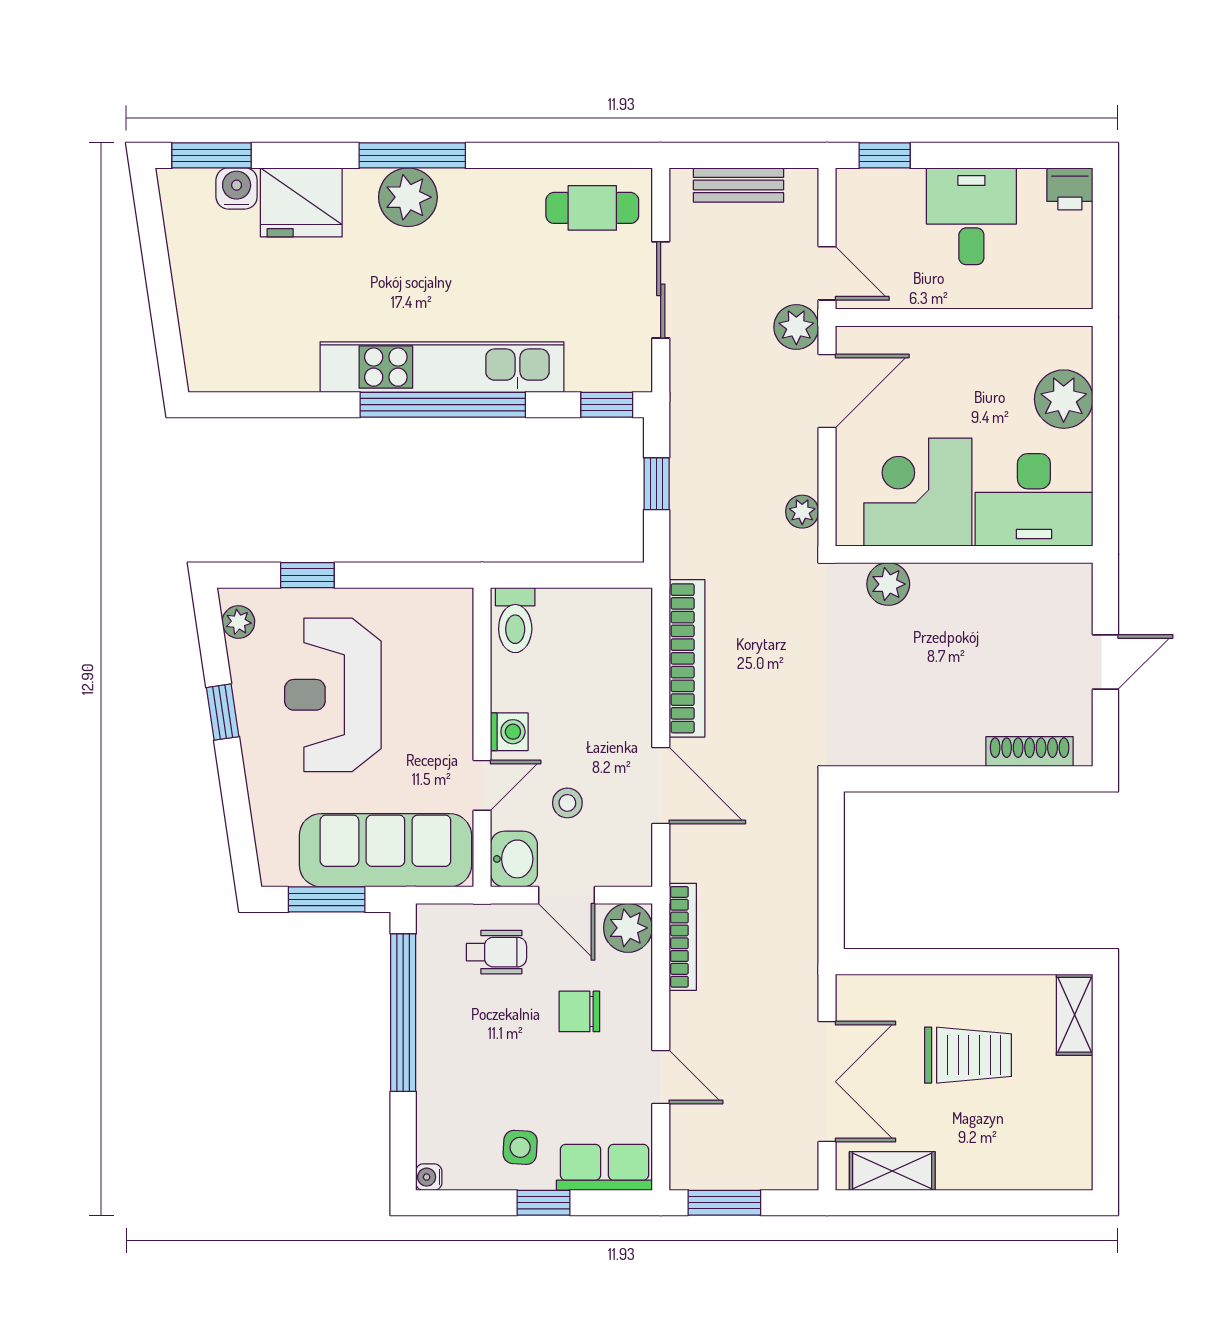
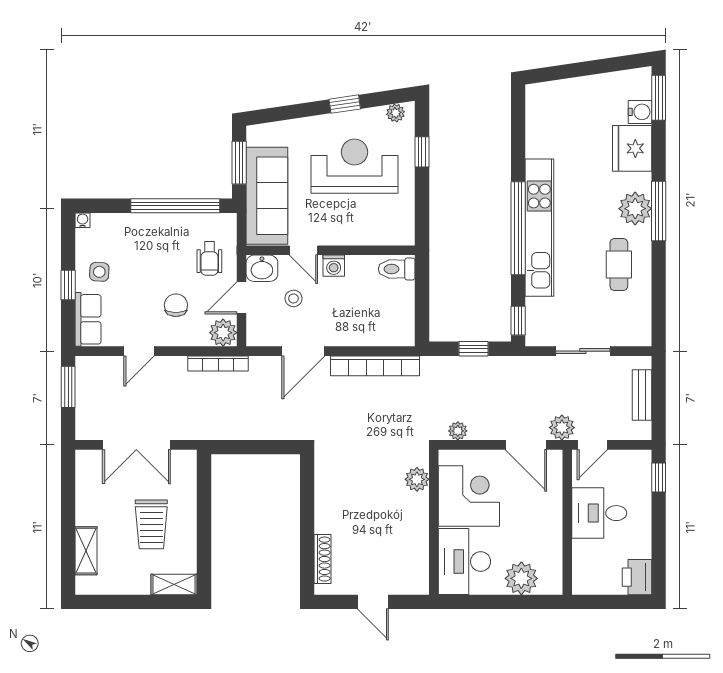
printer: (1070, 189) -> (637, 577), width x1.36, depth x1.24
cafe table: (592, 208) -> (619, 265), moved
desk: (971, 216) -> (599, 513), moved, turned 180
shelving: (892, 1171) -> (86, 551), moved

